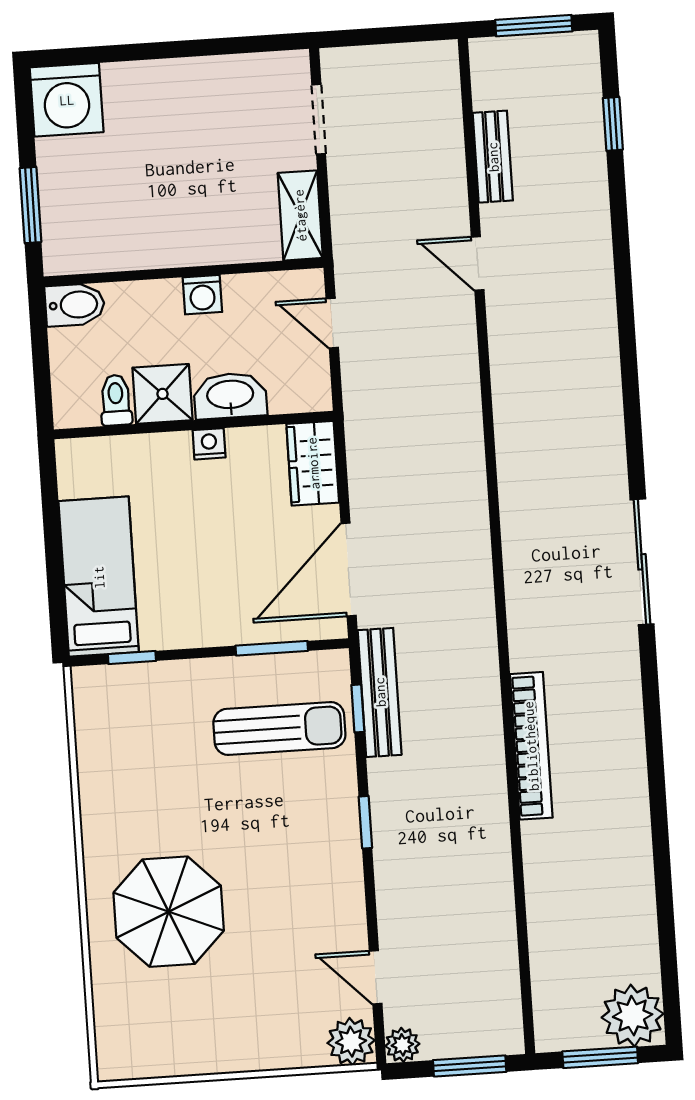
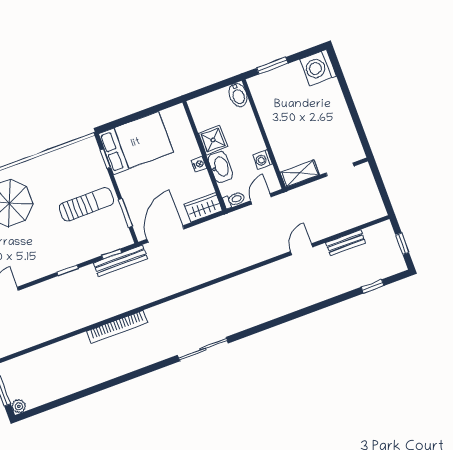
window: (534, 26) -> (402, 244), width x0.67
washing machine: (202, 295) -> (263, 160), moved
toilet: (116, 400) -> (234, 200), moved
door: (349, 570) -> (165, 234), hinge flipped
bed: (99, 577) -> (136, 143), width x1.50
sun lounger: (279, 729) -> (86, 204), moved, turned -90
plant: (633, 1016) -> (19, 406), width x0.53, depth x0.53

